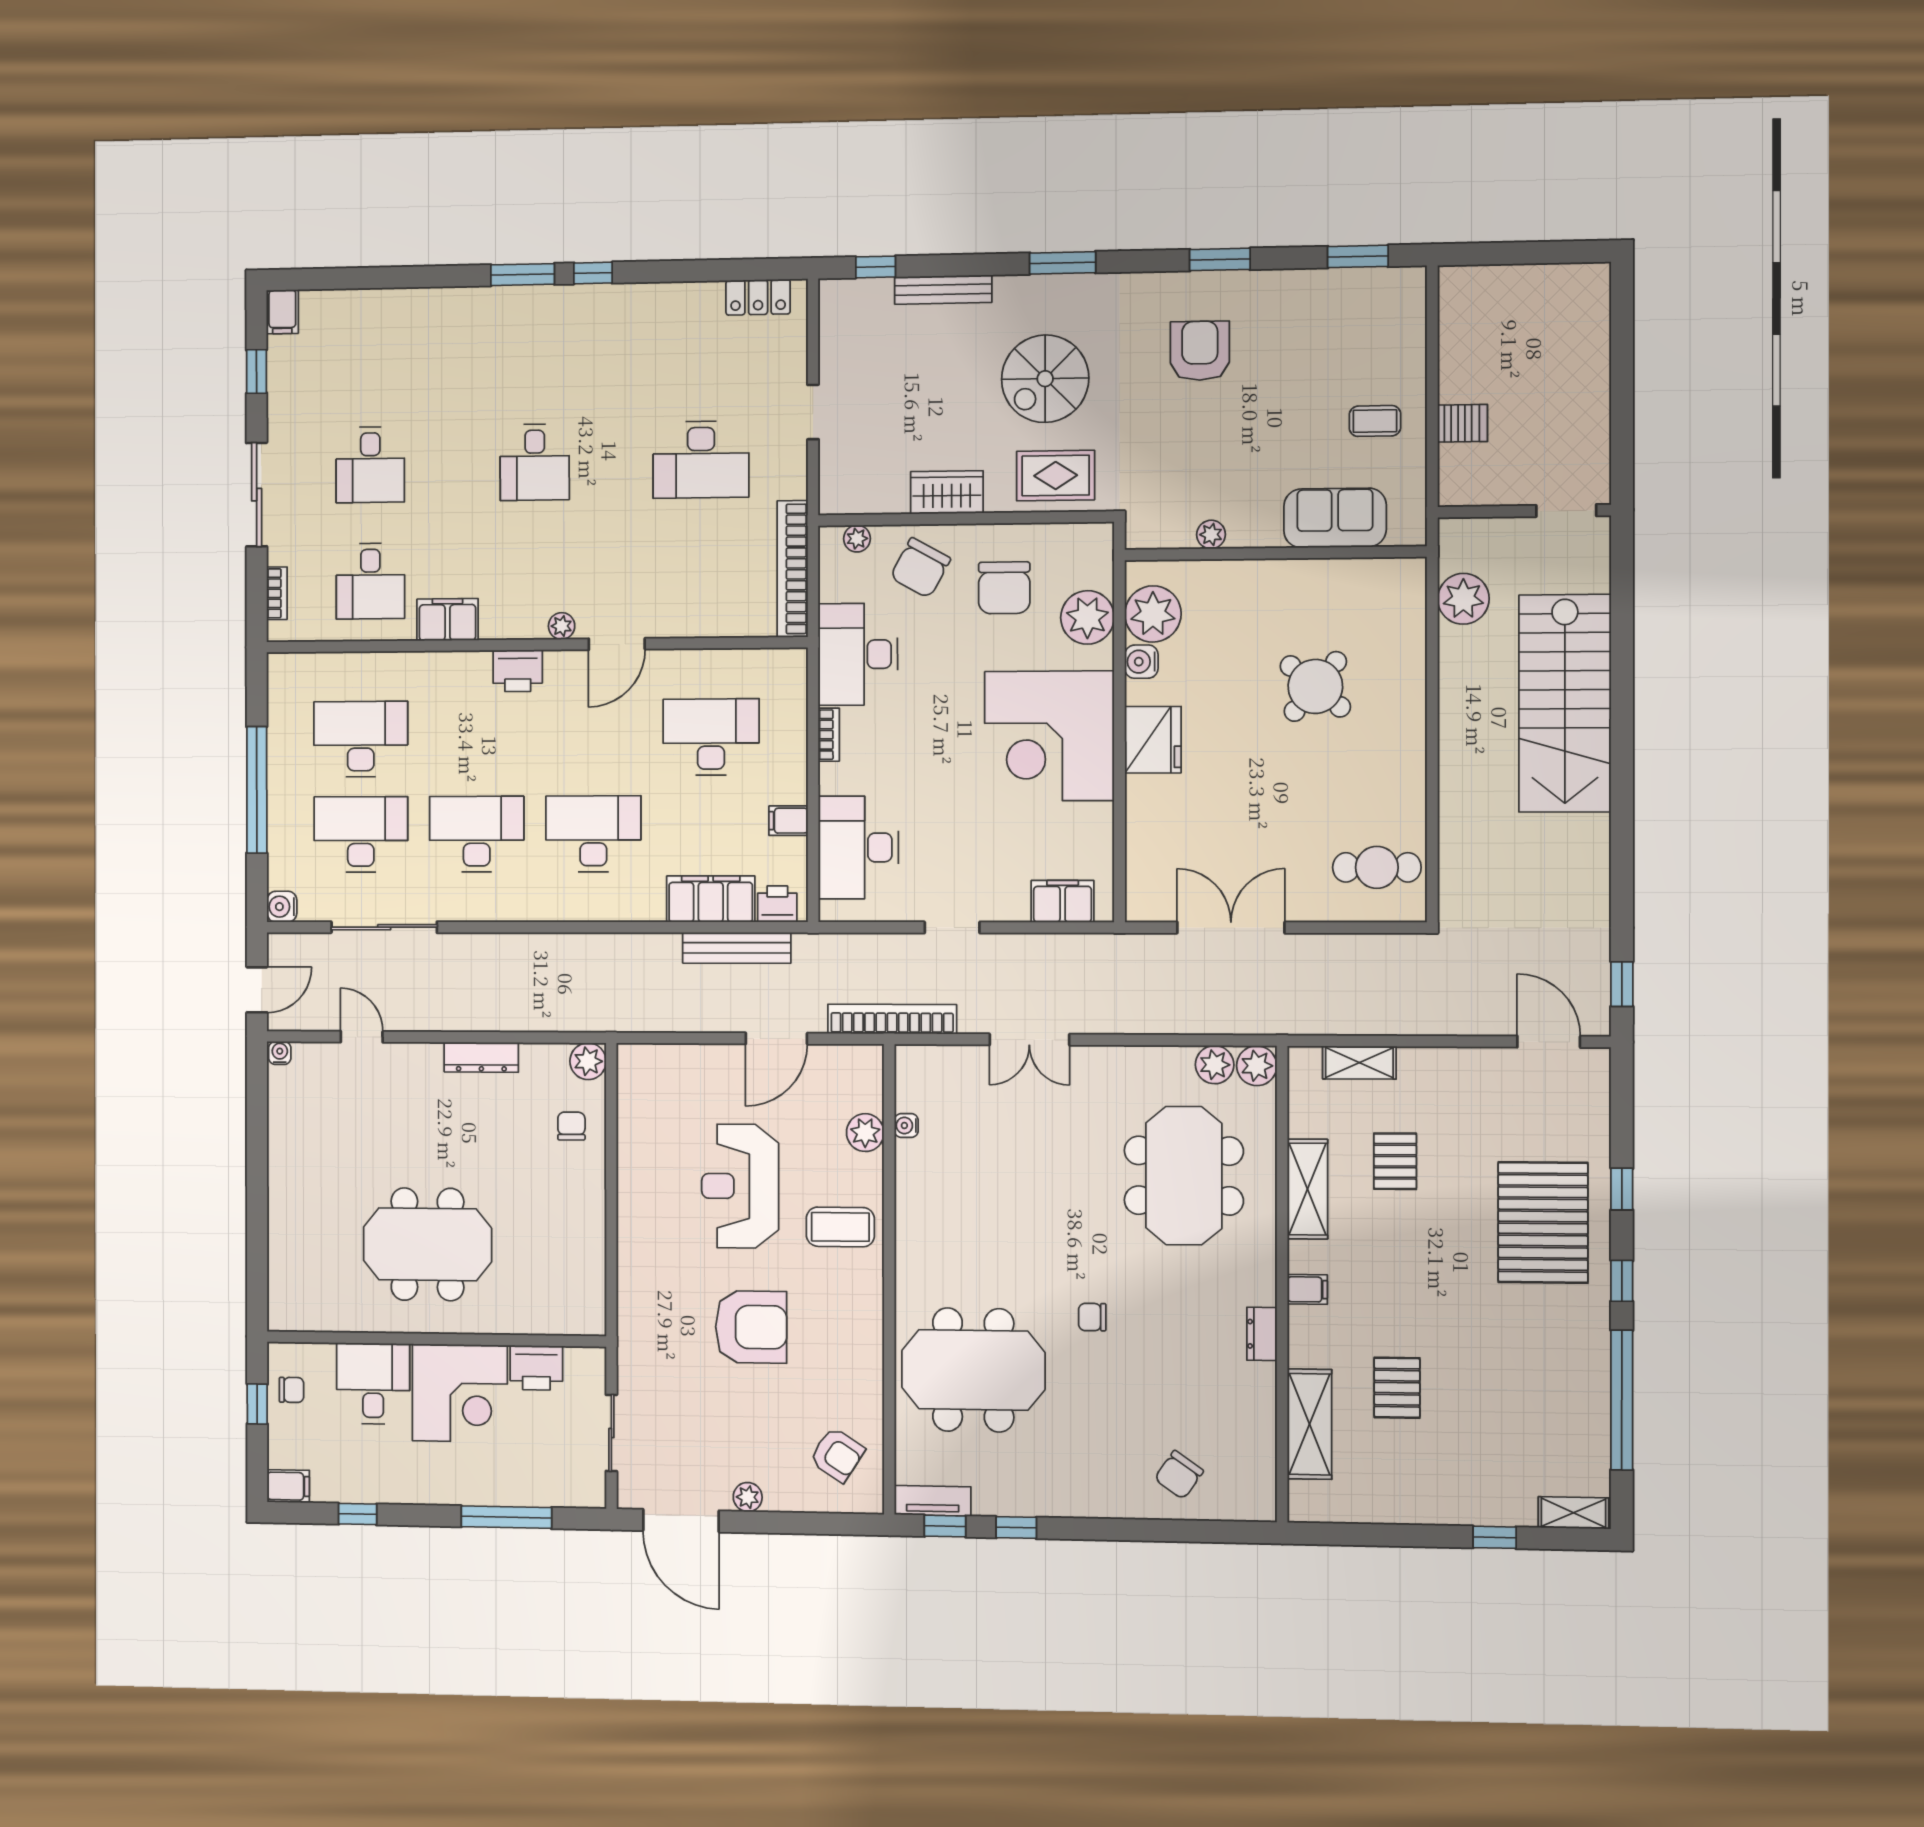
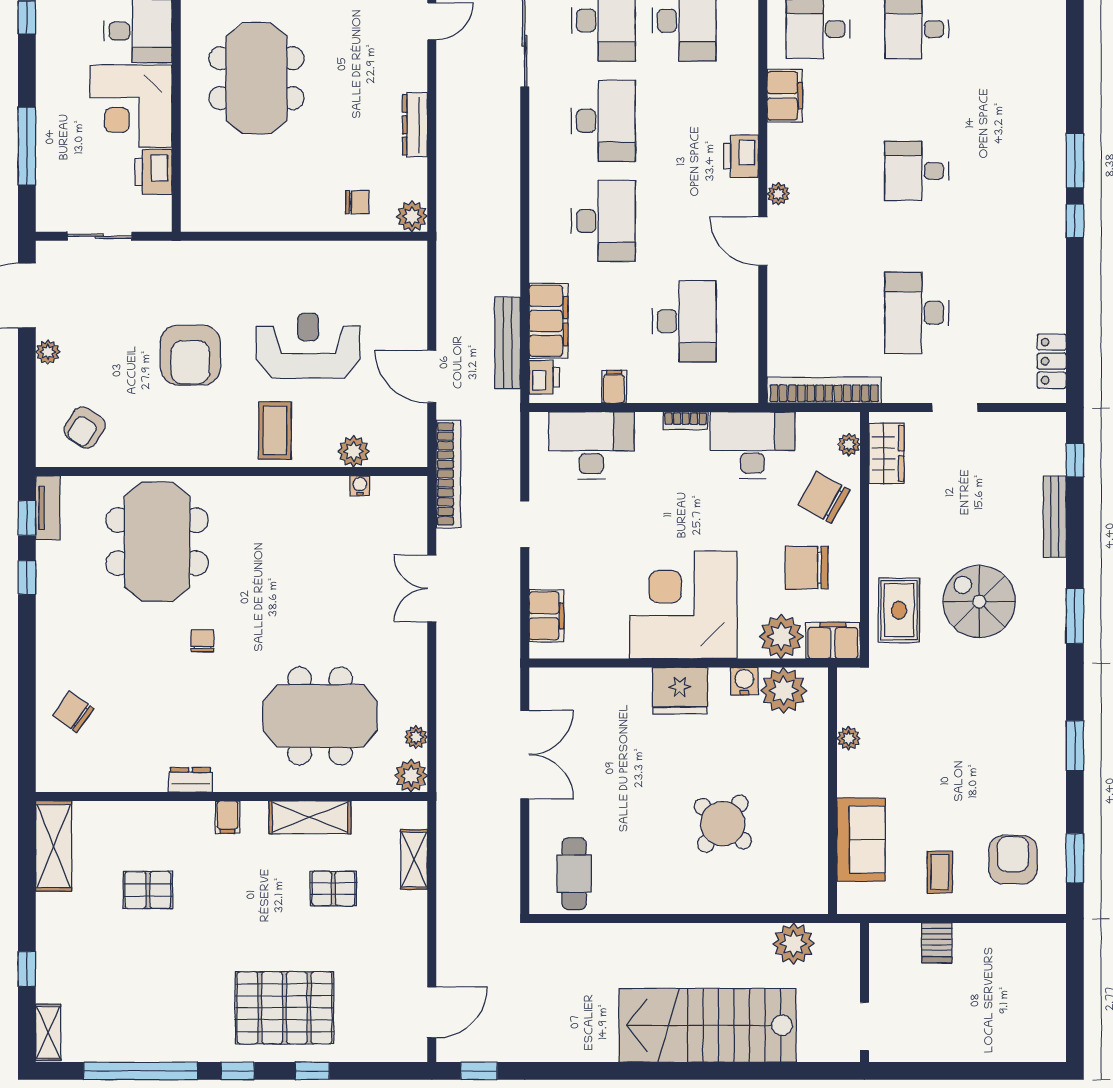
armchair: (1200, 351) -> (1013, 860), moved, turned -90
wardrobe: (947, 492) -> (886, 453), moved
filing cabinet: (1092, 555) -> (833, 641), added
plant: (1215, 1065) -> (416, 737), width x0.73, depth x0.73
shelving: (1310, 1424) -> (54, 846), moved, turned 90

